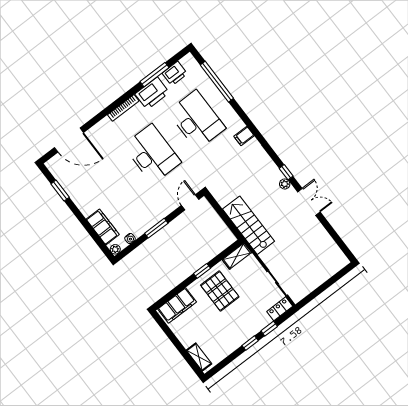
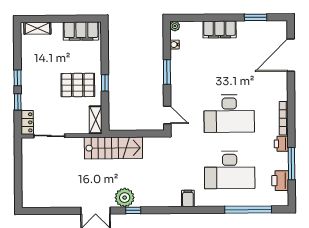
printer: (152, 93) -> (281, 144), width x0.53, depth x0.68
plant: (285, 184) -> (125, 198), width x1.87, depth x1.87
filing cabinet: (103, 227) -> (220, 29), moved
filing cabinet: (177, 305) -> (81, 31), moved, turned -90

